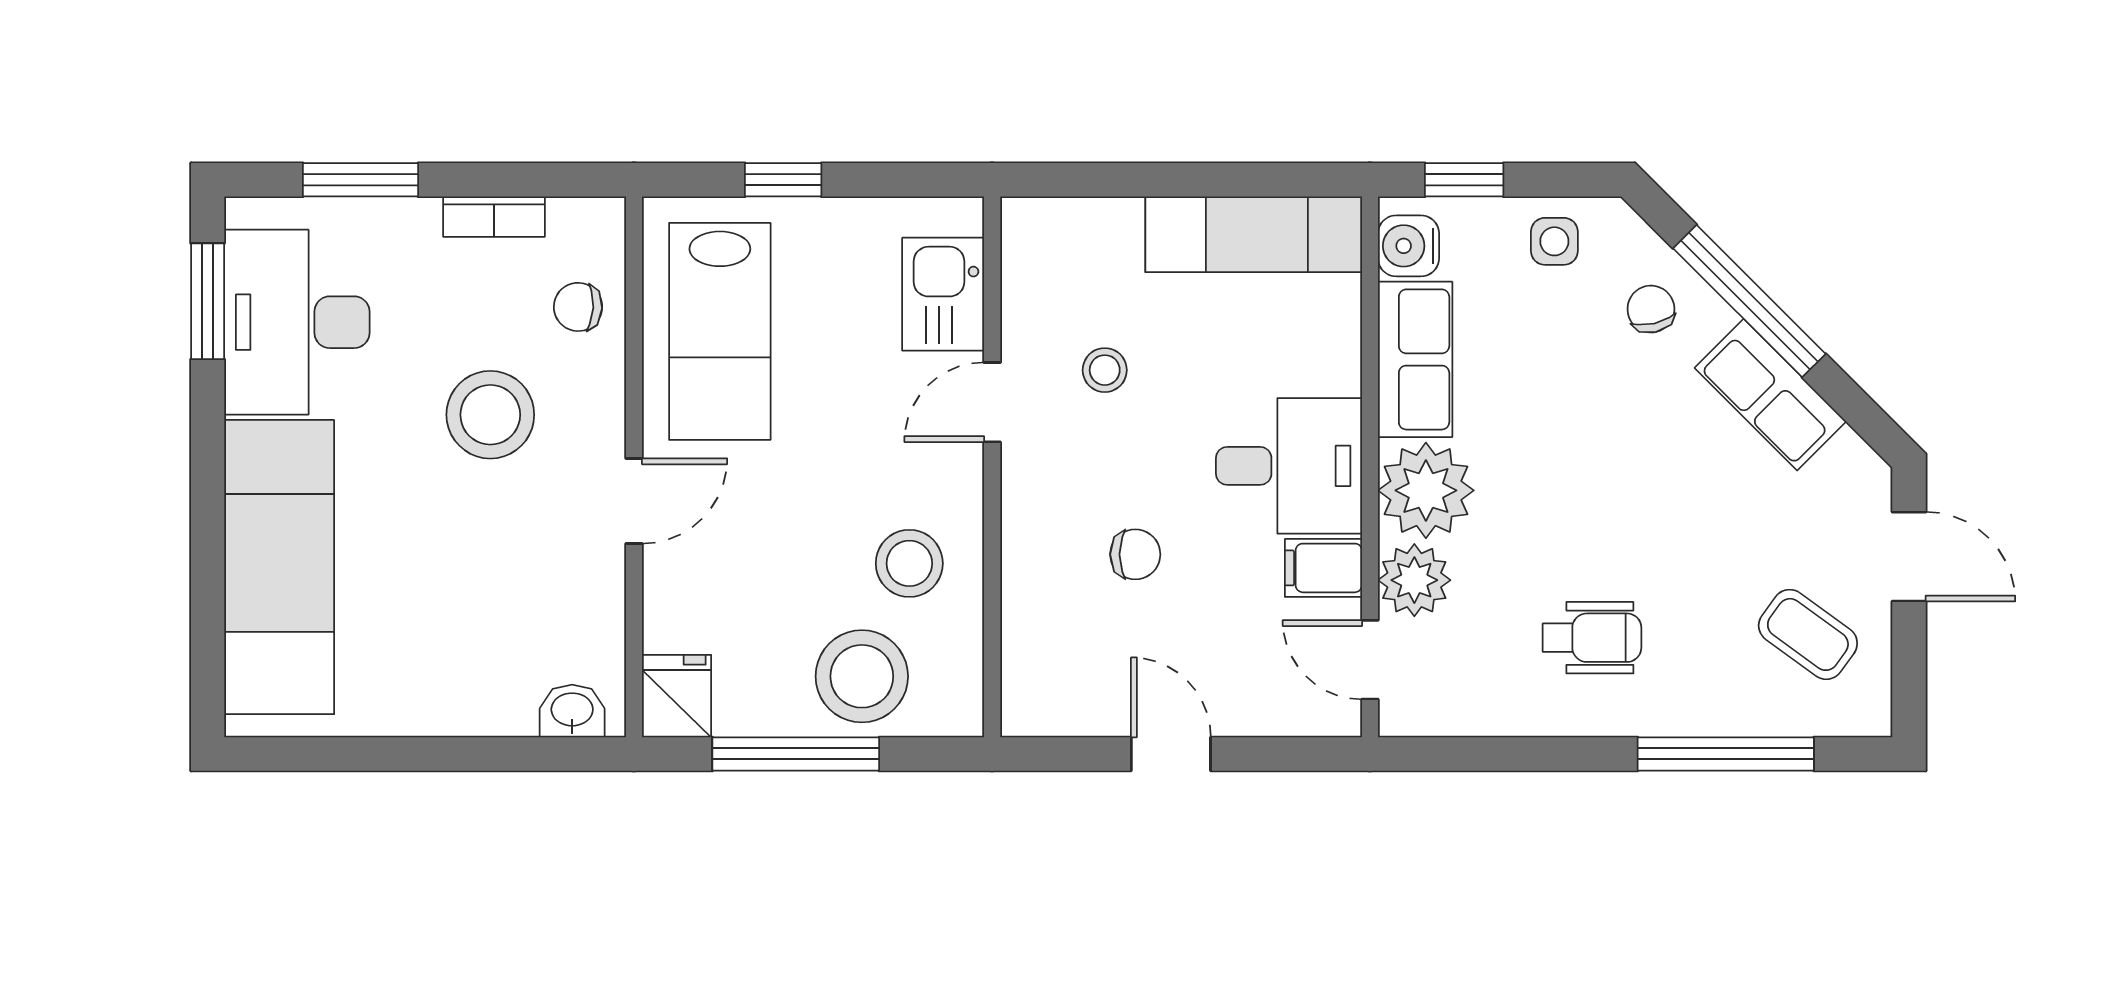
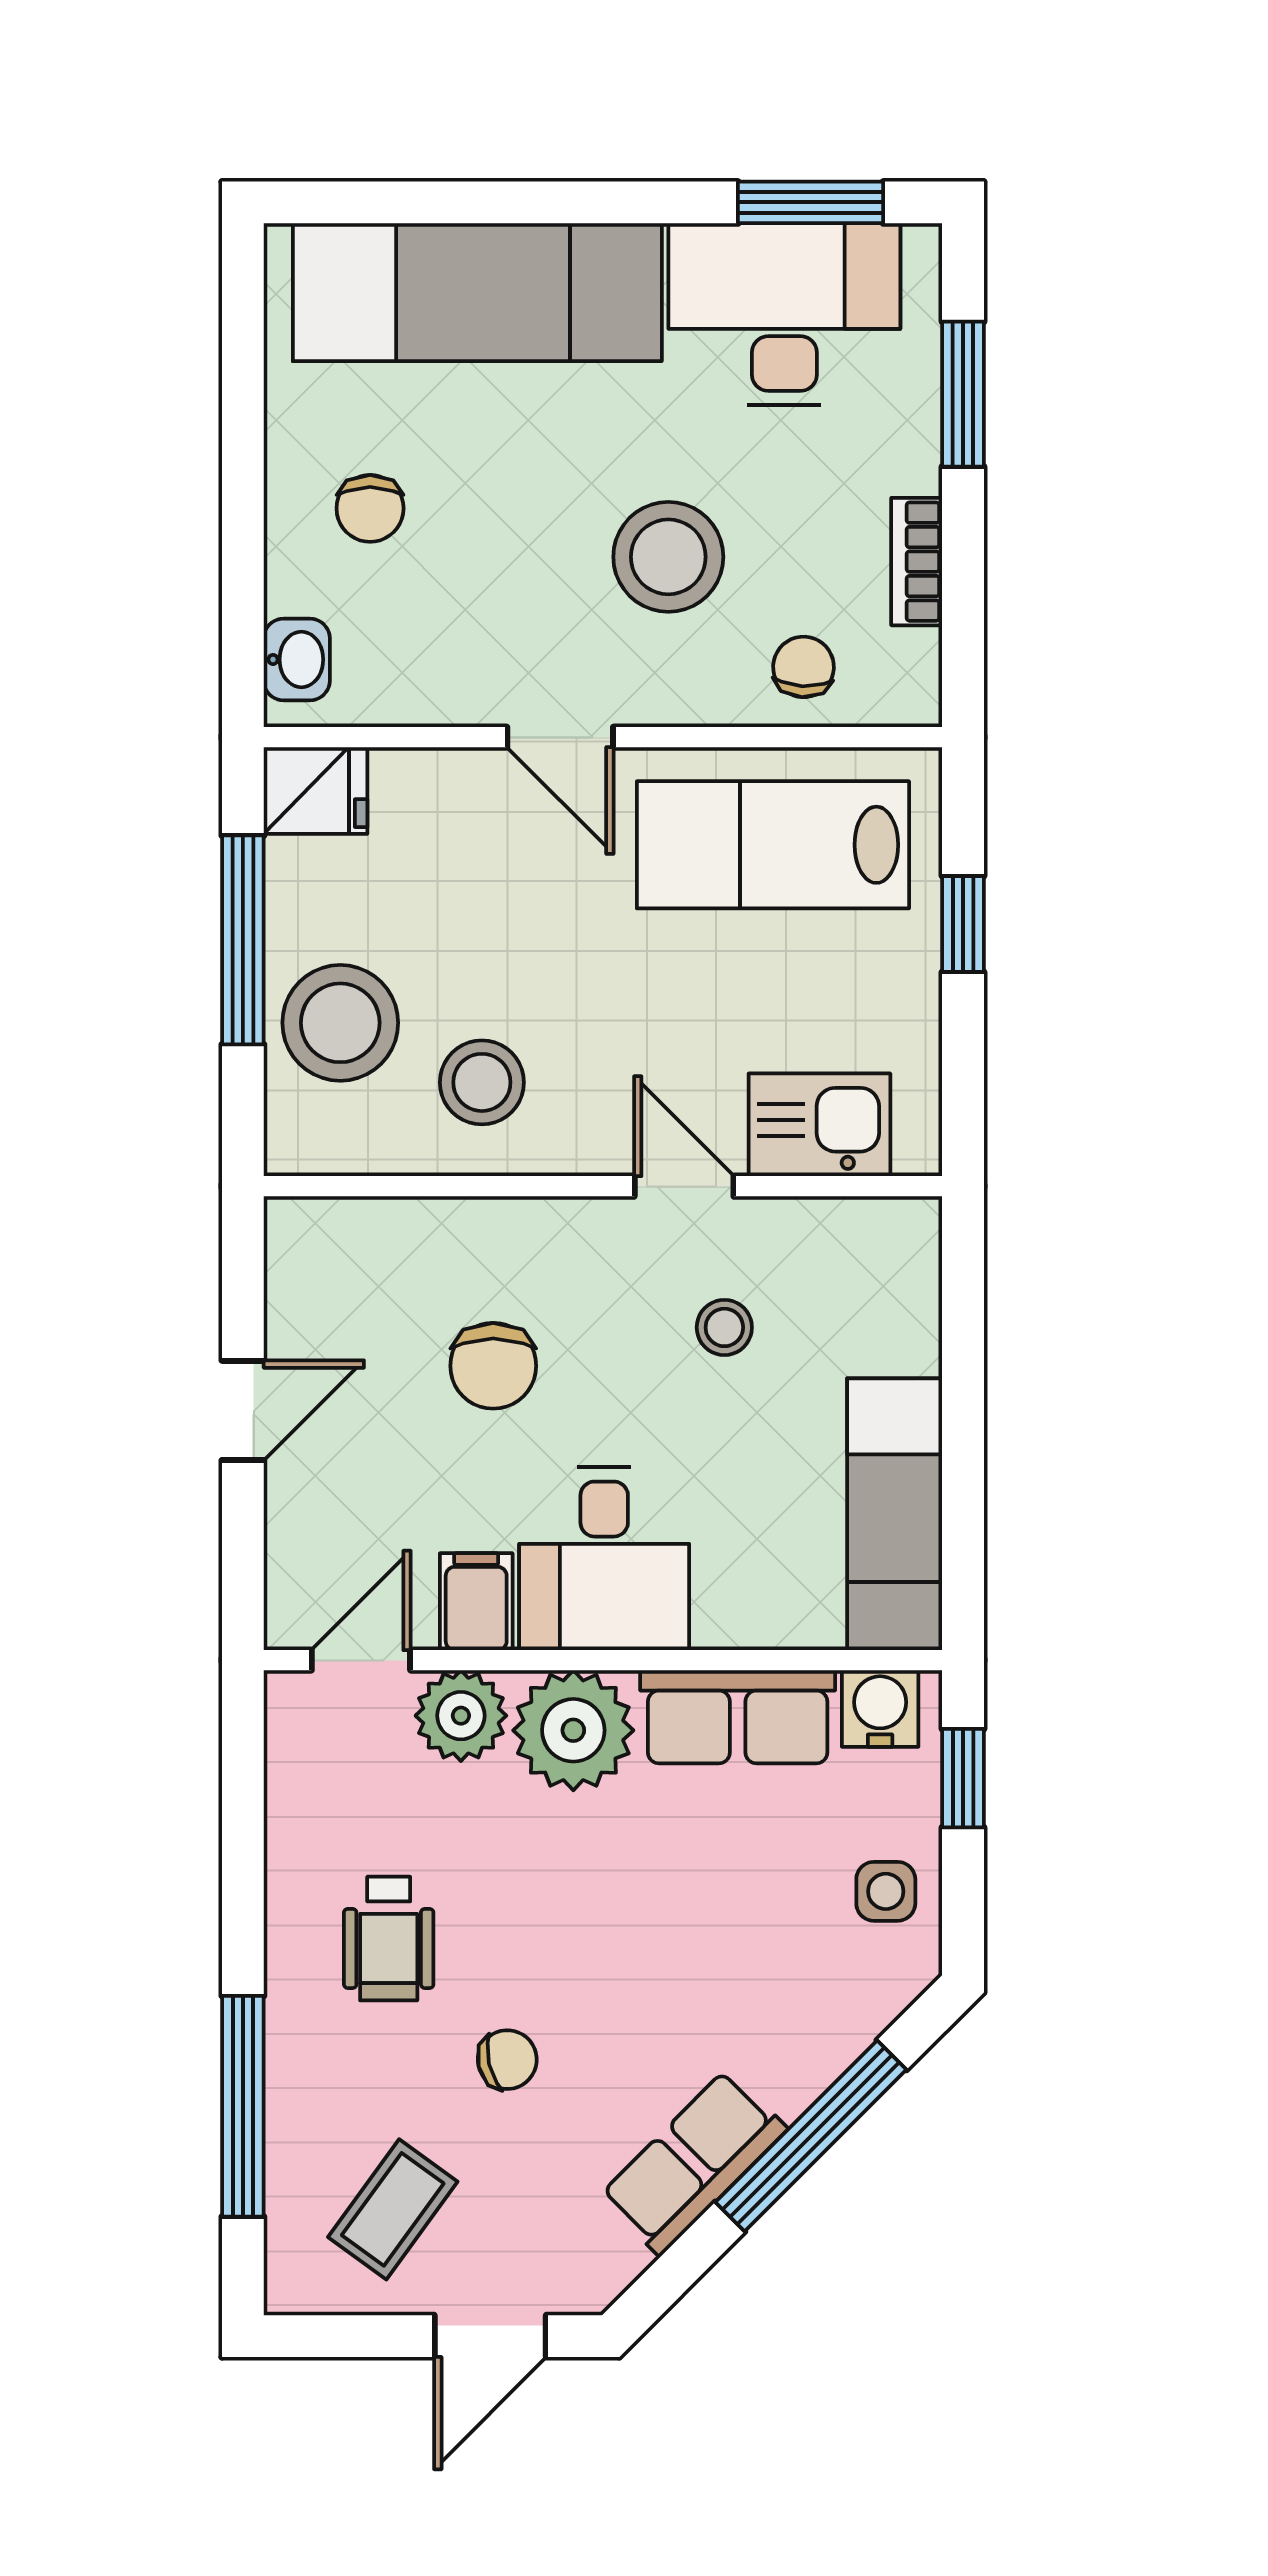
chair: (1651, 309) -> (507, 2060), moved
chair: (1135, 554) -> (493, 1366), width x1.37, depth x1.37
chair: (452, 653) -> (370, 508), added

